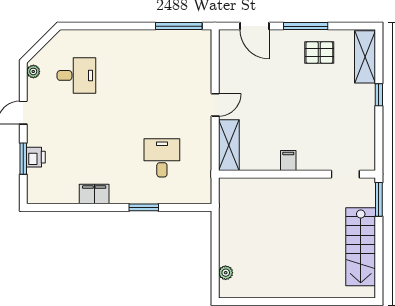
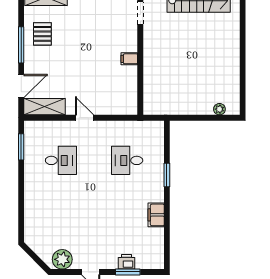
window: (179, 26) -> (21, 147), width x0.69
plant: (33, 71) -> (62, 259), width x1.87, depth x1.87
desk: (76, 75) -> (61, 160), moved, turned 90
shelving: (229, 145) -> (44, 107), moved

